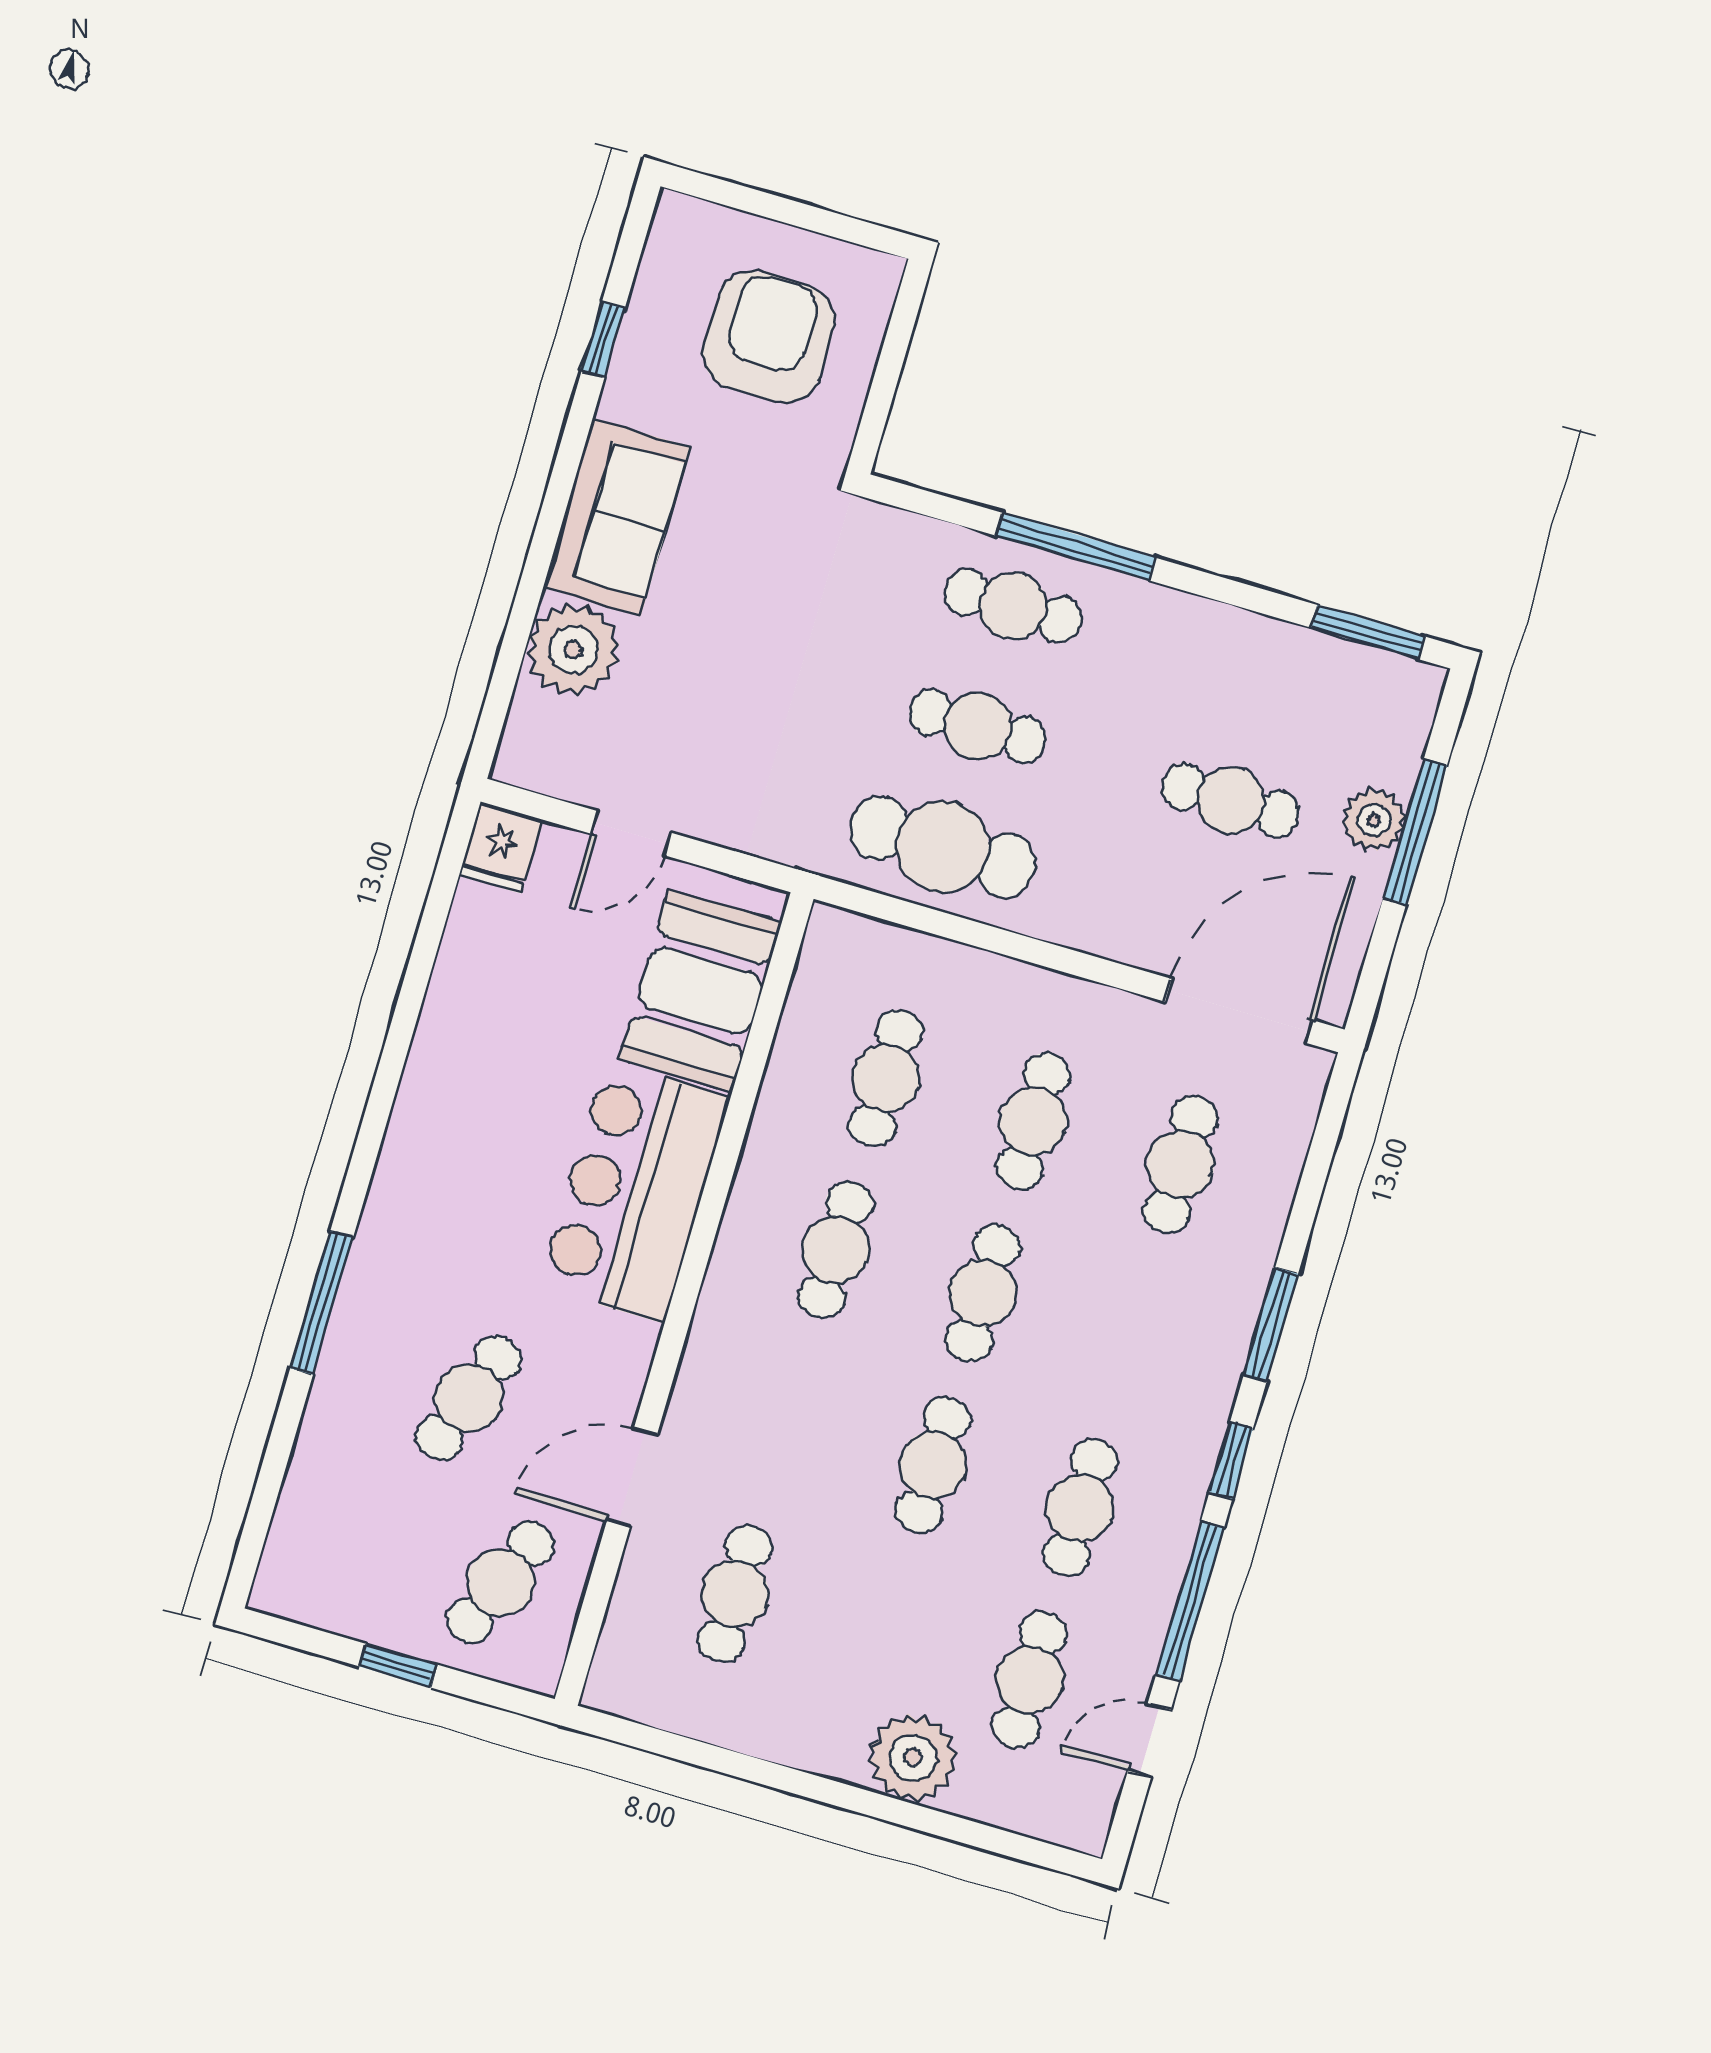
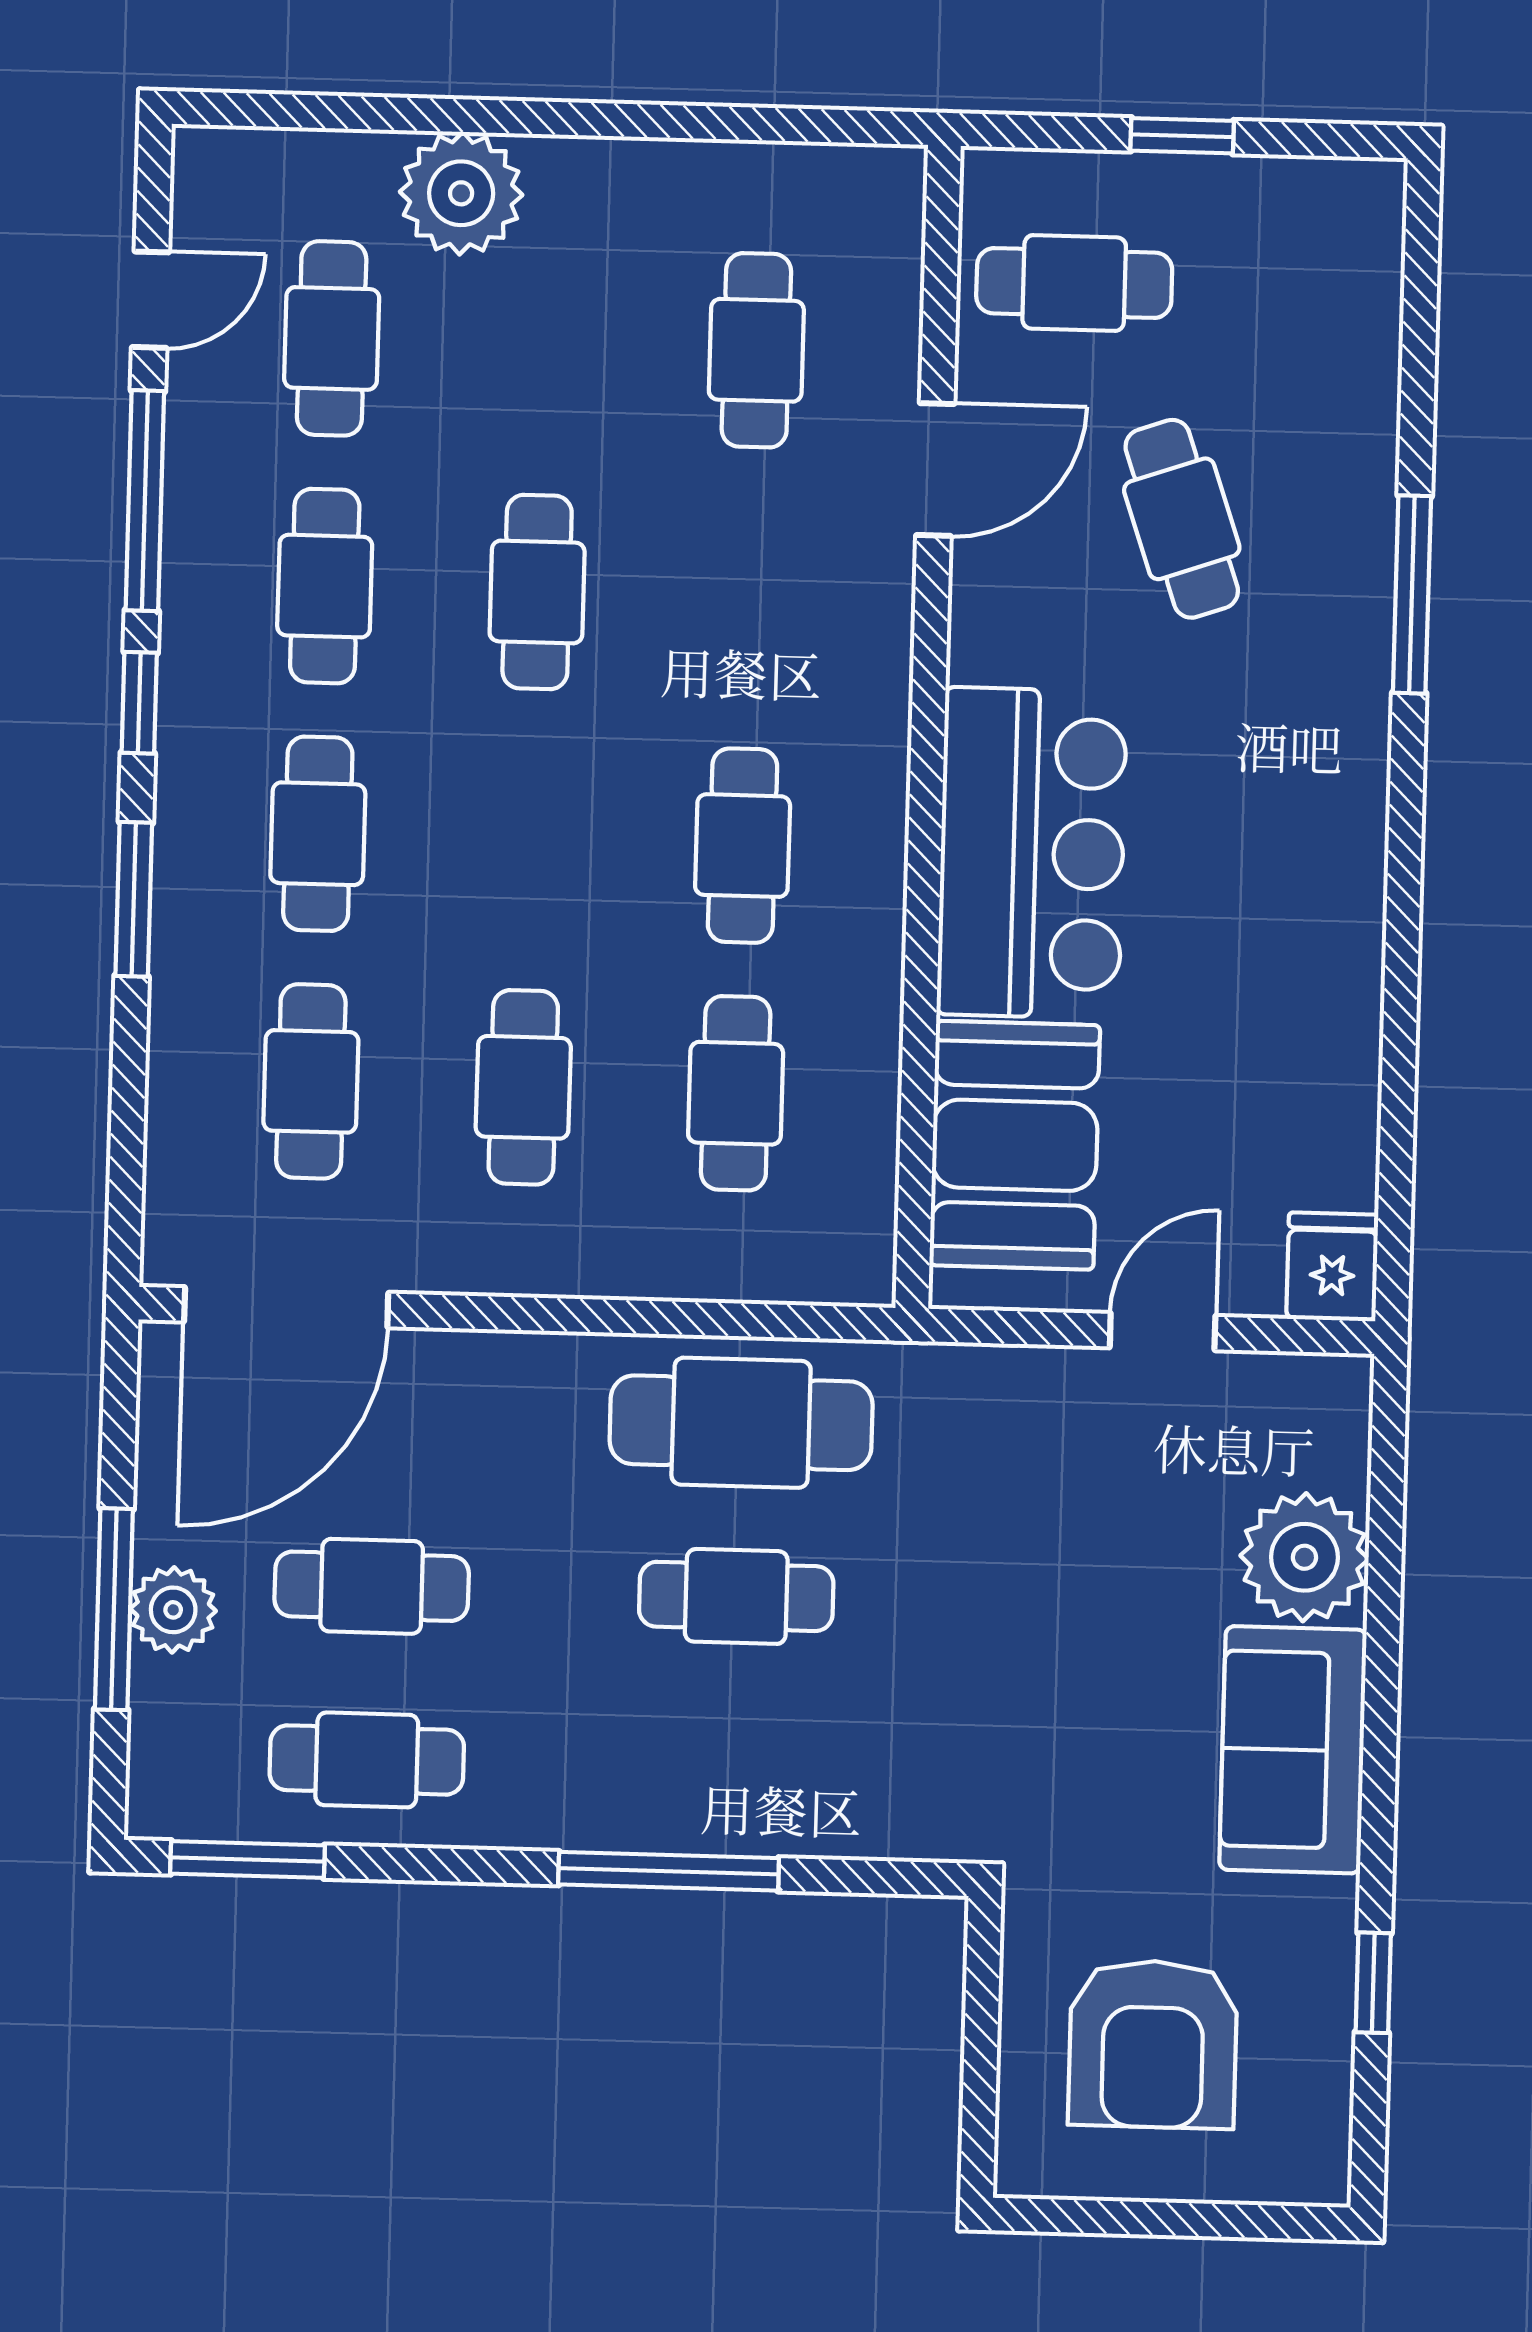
cafe table: (1013, 606) -> (367, 1760), moved
cafe table: (983, 1293) -> (318, 834), moved
cafe table: (469, 1398) -> (1182, 519), turned -39
cafe table: (501, 1582) -> (1074, 283), turned 68

